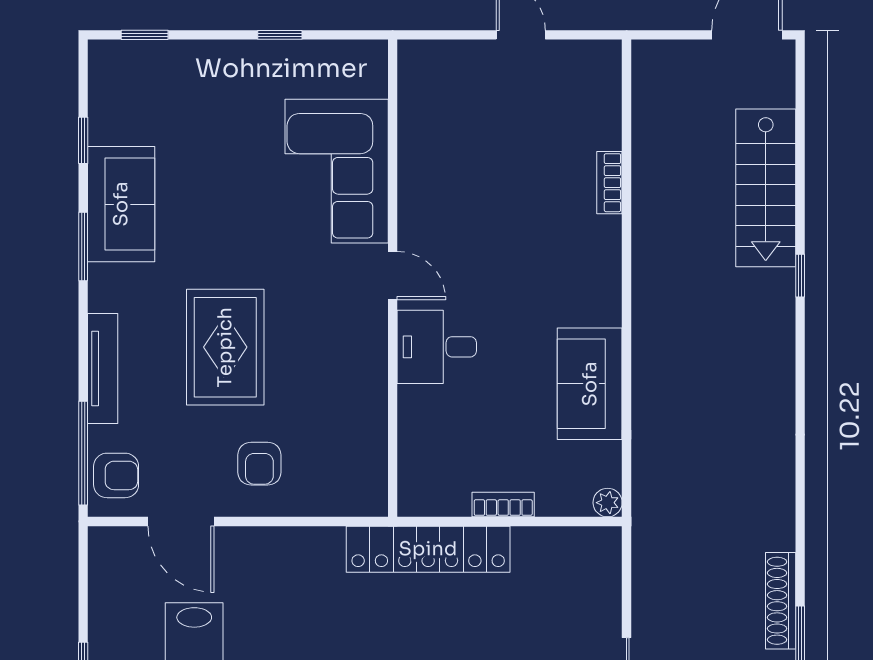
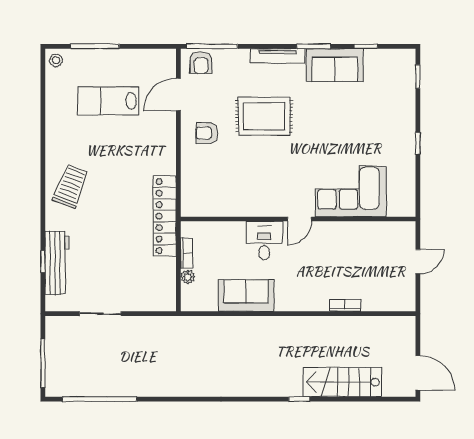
corner sofa: (337, 171) -> (351, 191), moved
door: (393, 276) -> (299, 219), moved
wall: (393, 278) -> (298, 219), moved
desk: (437, 347) -> (264, 241), moved
tv unit: (103, 369) -> (278, 56), moved
plant: (608, 503) -> (188, 277), moved
shoe rack: (781, 601) -> (139, 389), removed

